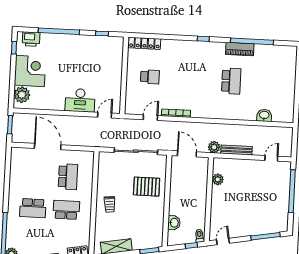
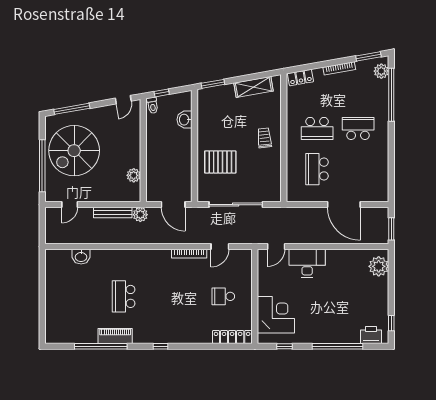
corner desk: (30, 71) -> (276, 315), moved, turned 180
spiral stairs: (265, 202) -> (74, 151), added

